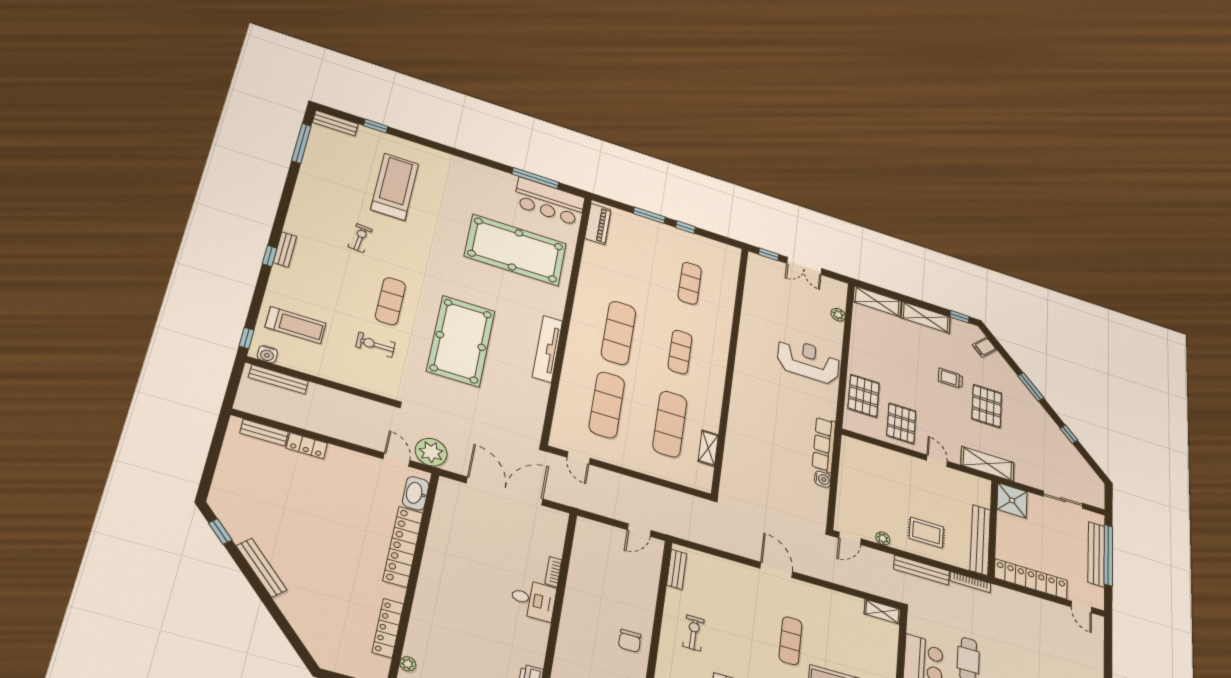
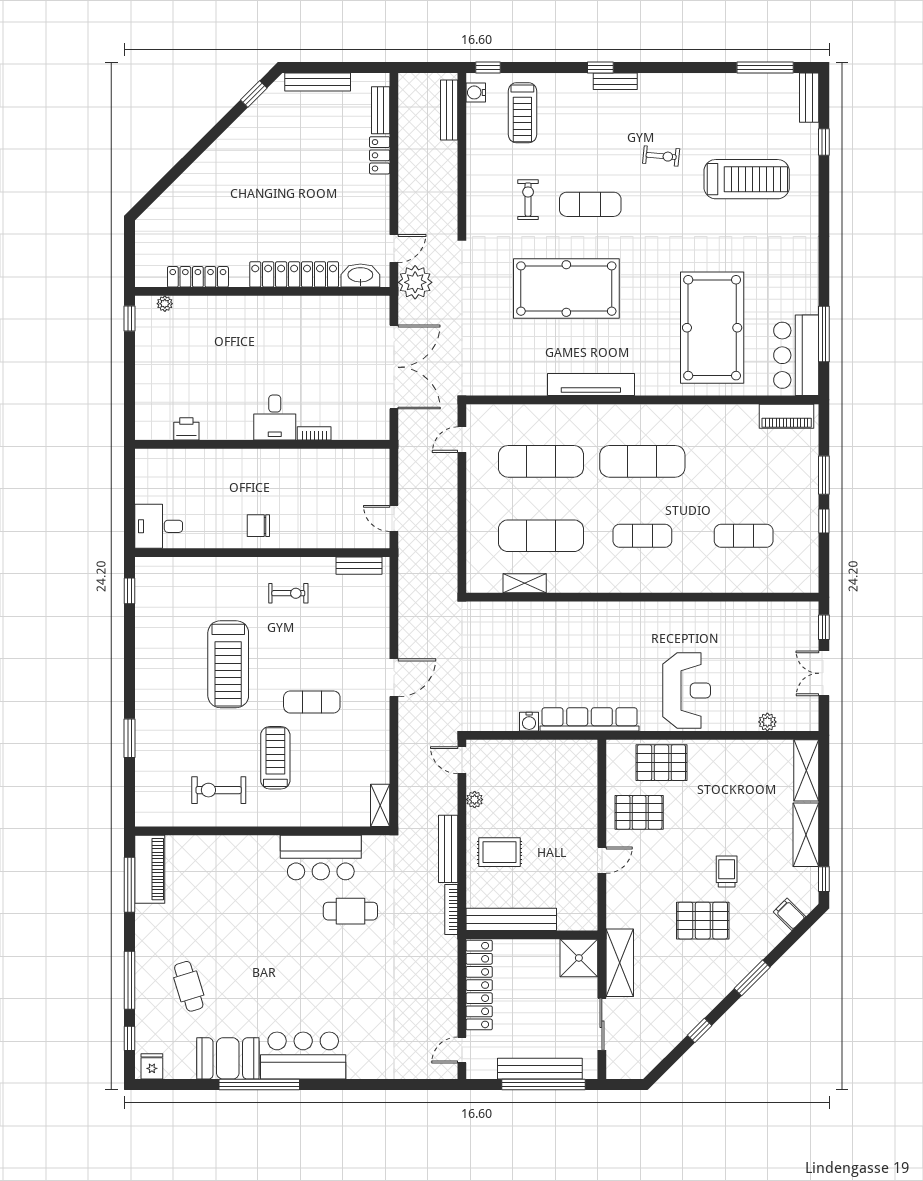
row of seats: (824, 445) -> (590, 719), width x1.36
shelving: (987, 464) -> (620, 963), moved
rug: (926, 533) -> (500, 852), turned 90
bench: (262, 568) -> (318, 82), moved, turned 45

